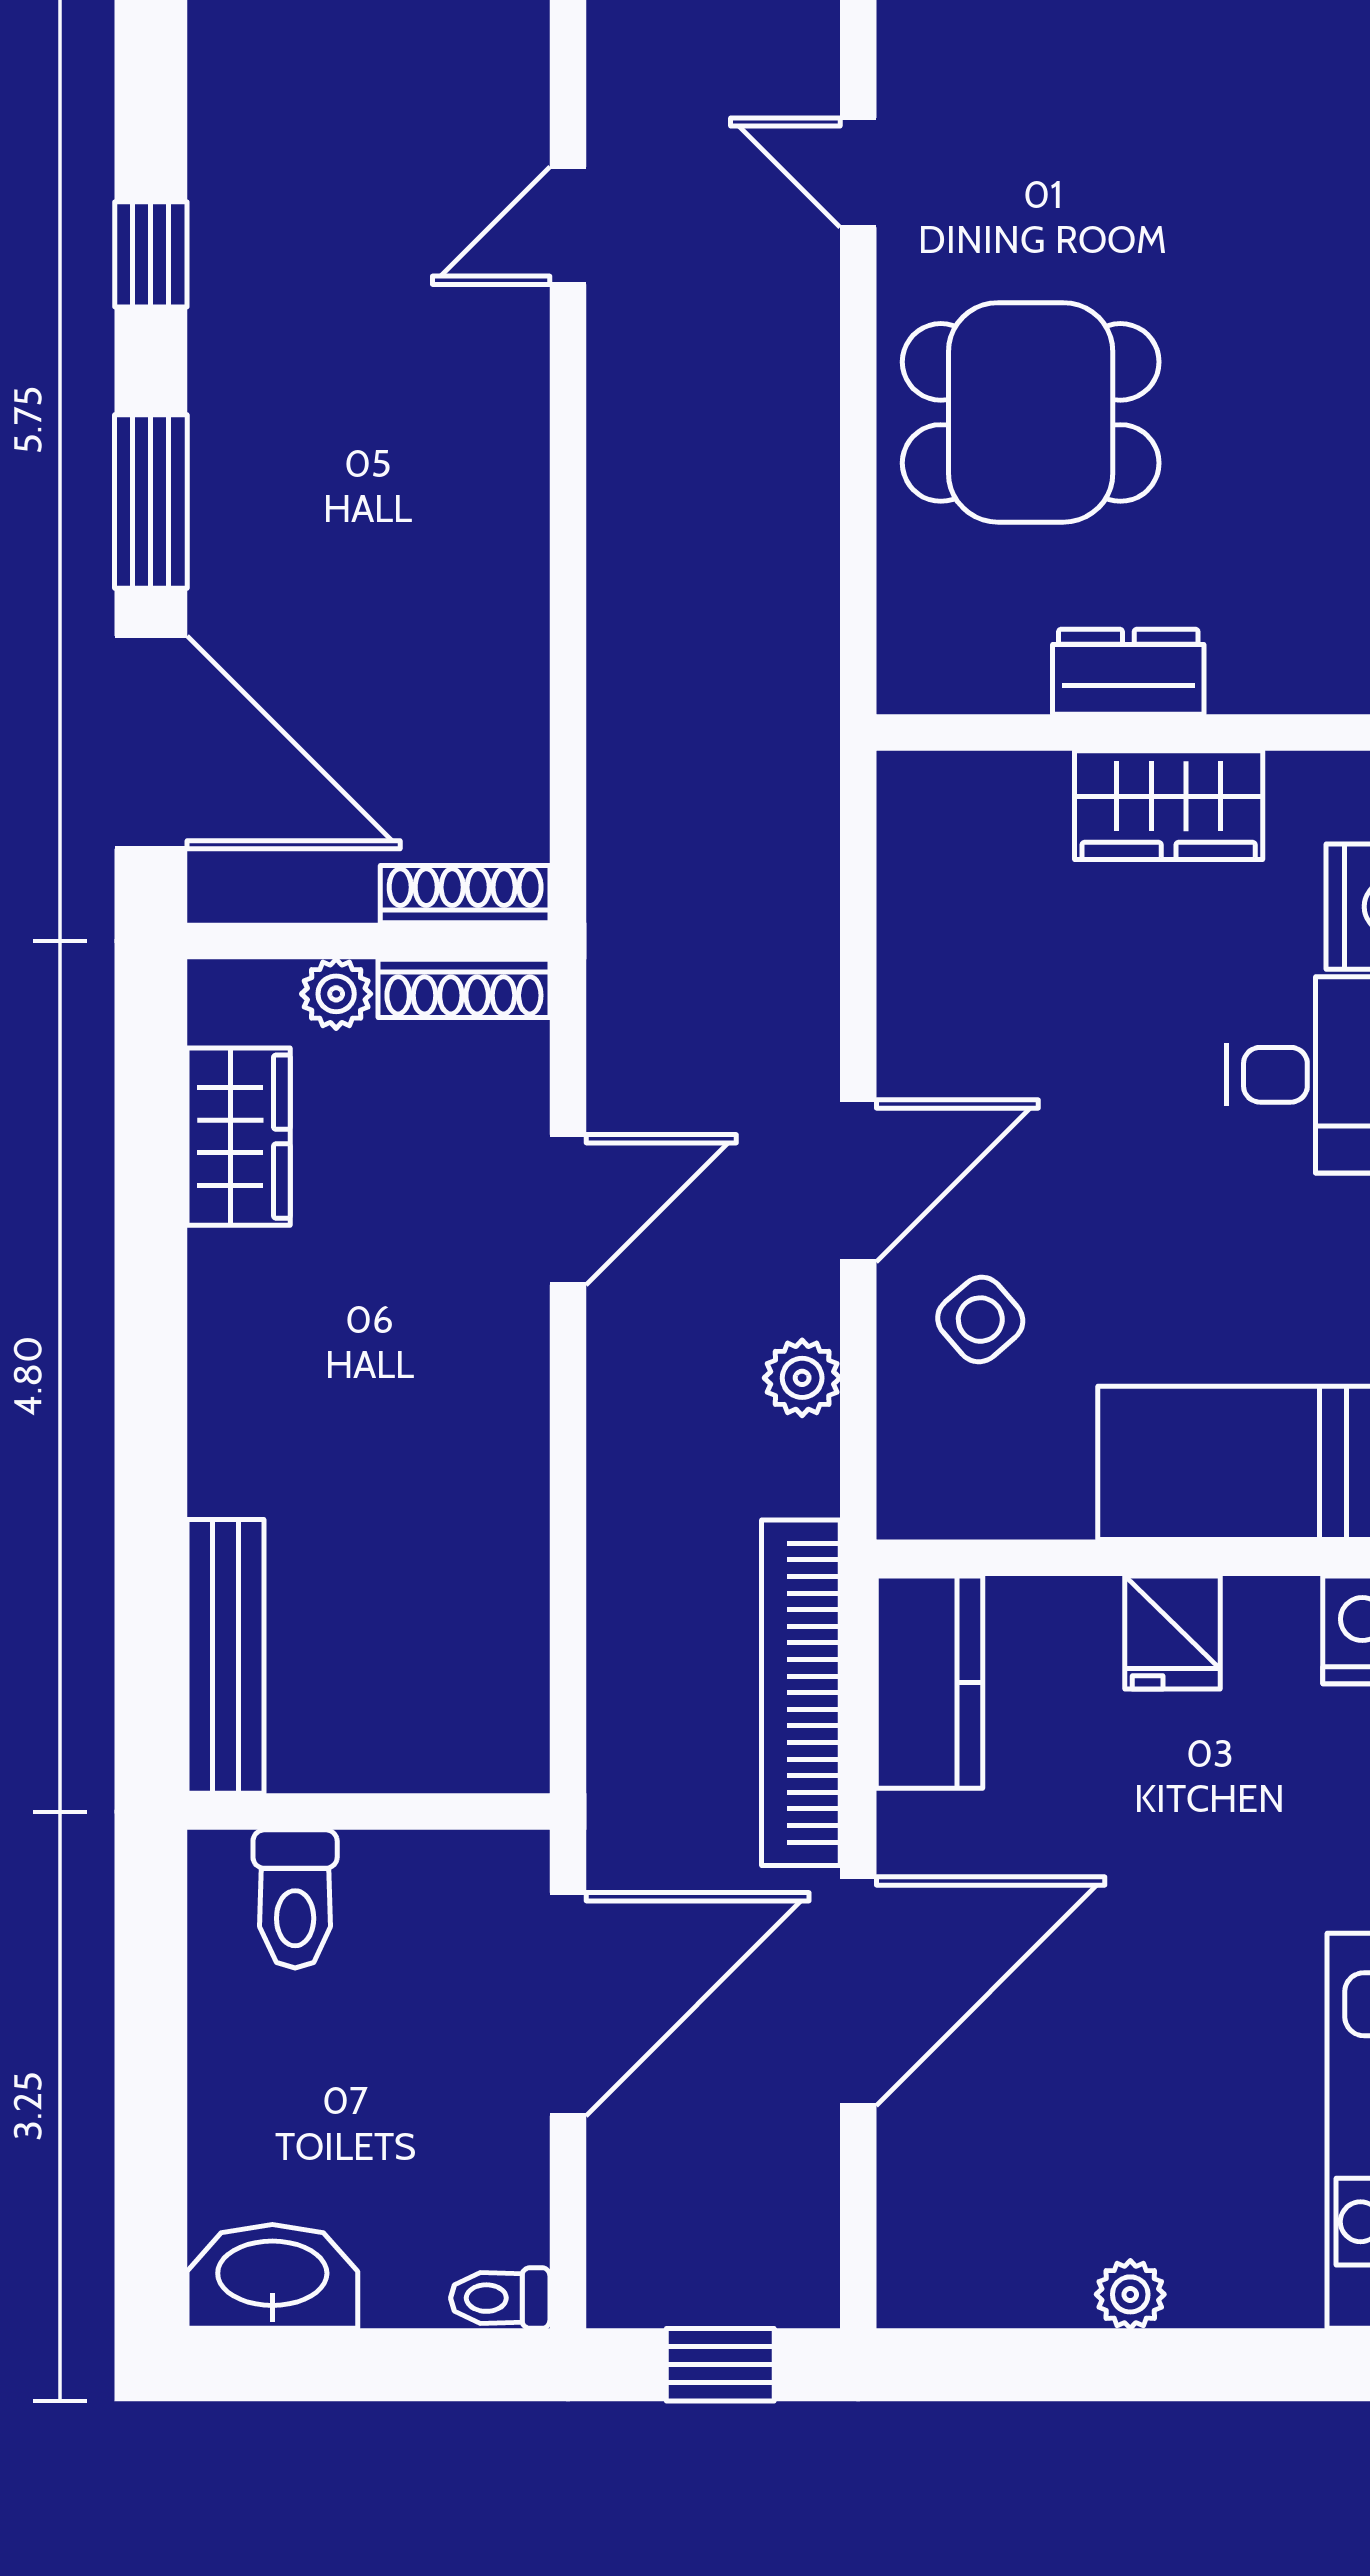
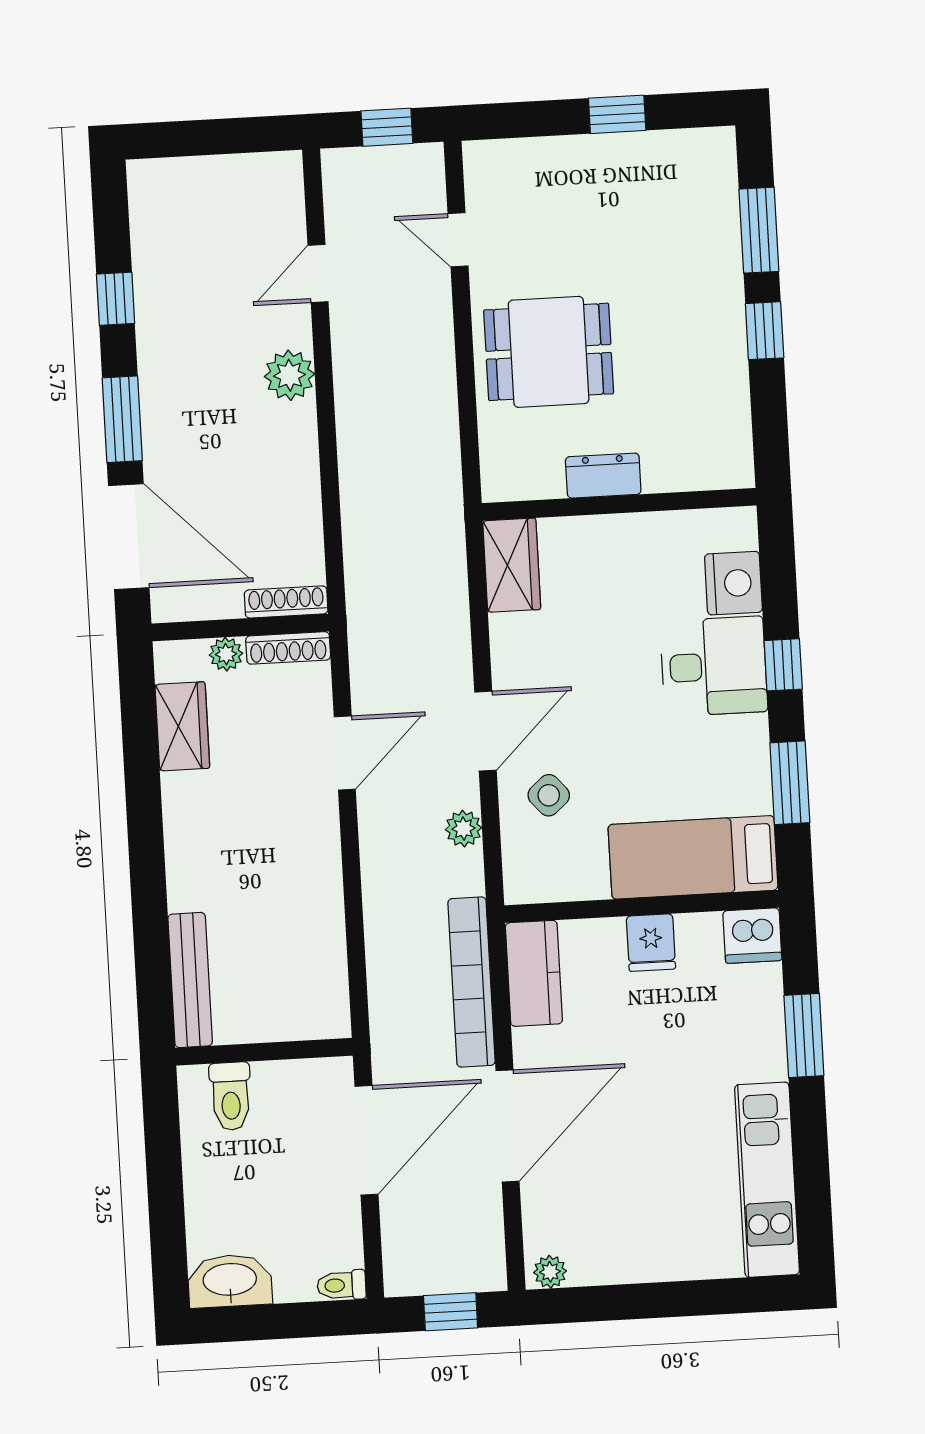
plant: (498, 431) -> (289, 375), added
wardrobe: (1169, 805) -> (512, 565), moved, turned -90
plant: (1130, 2294) -> (550, 1272), moved

